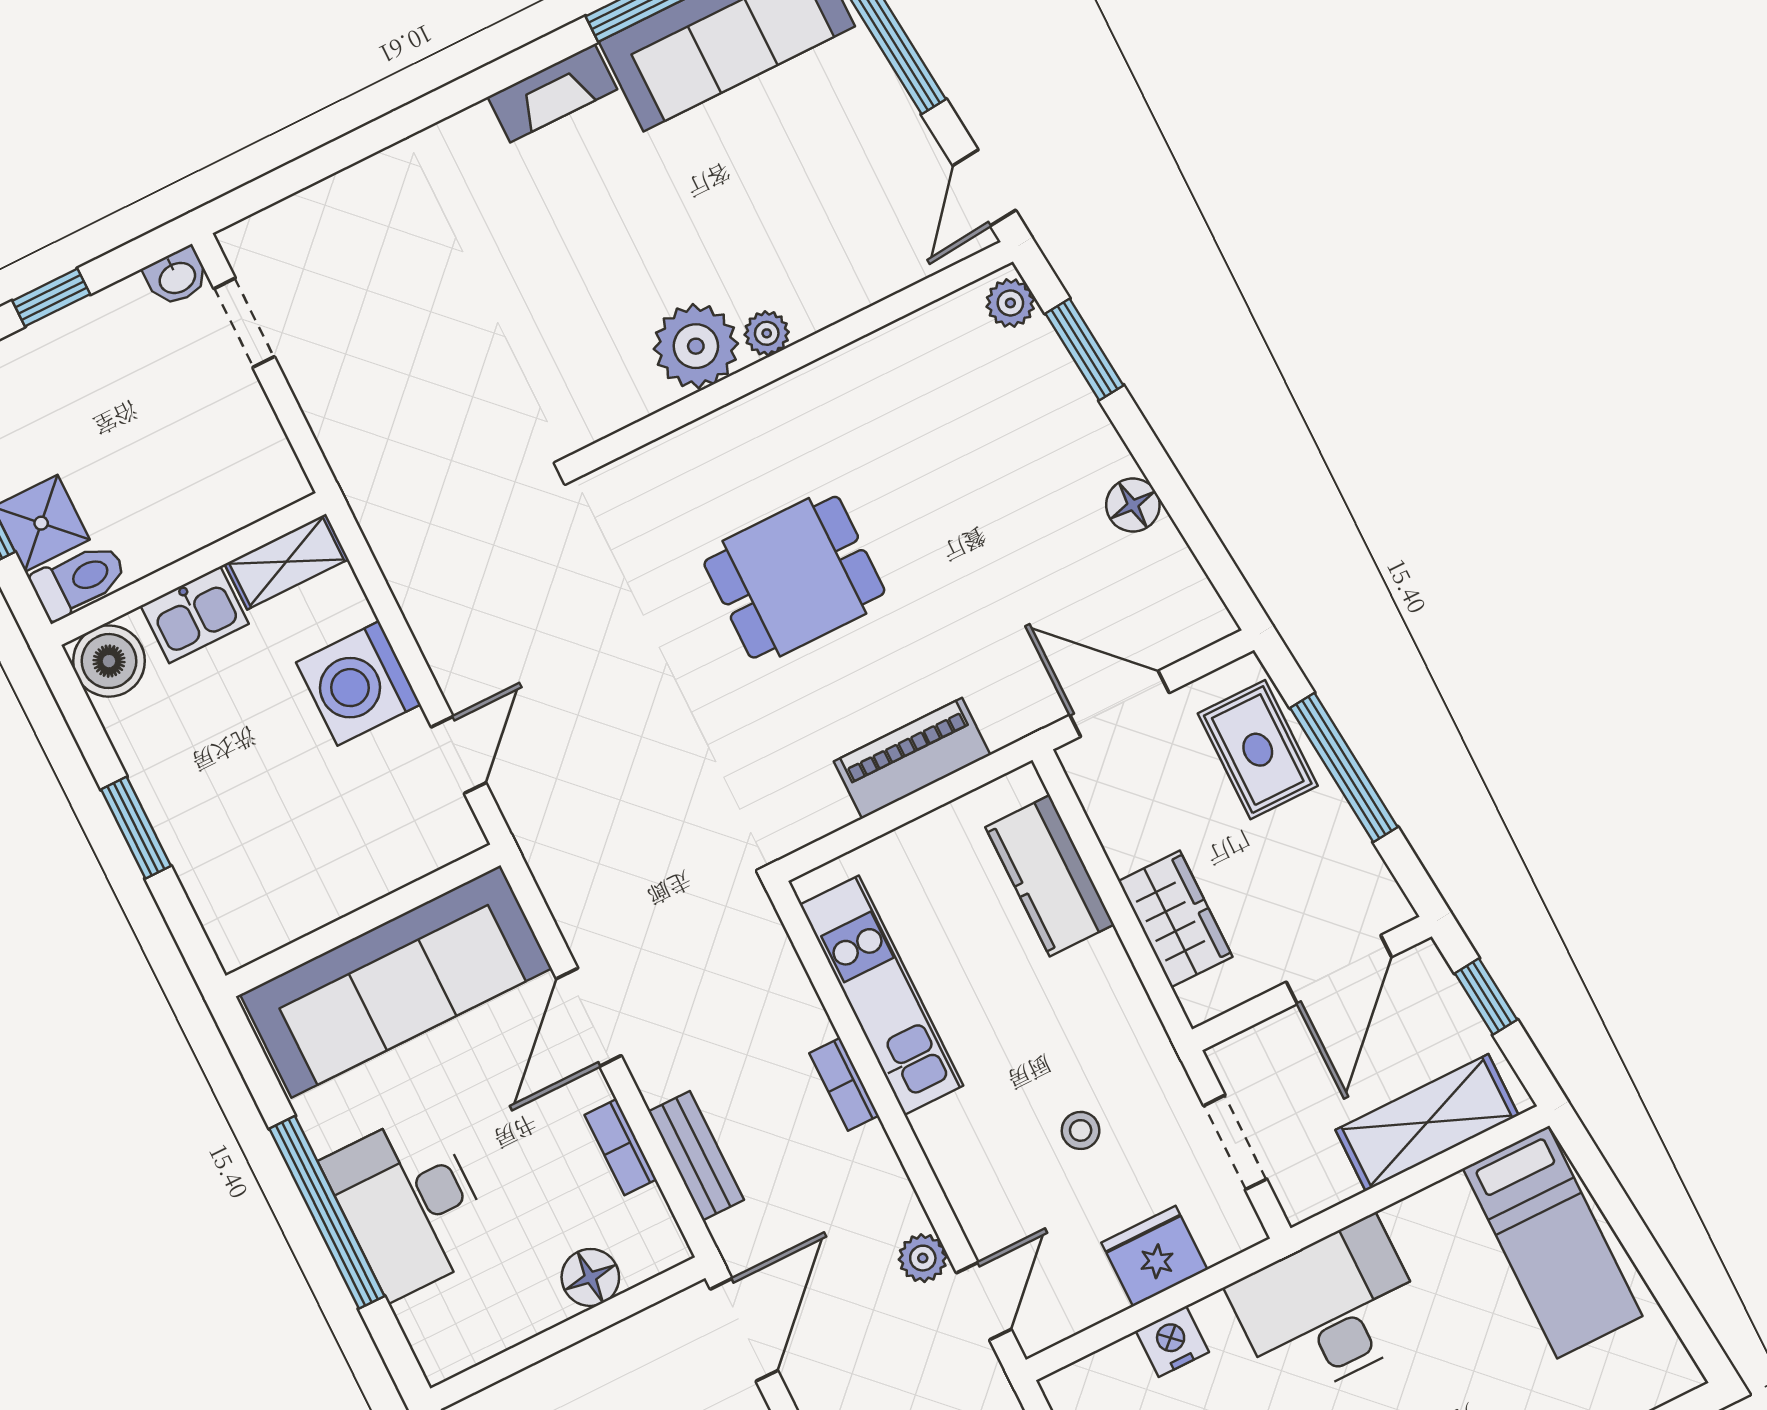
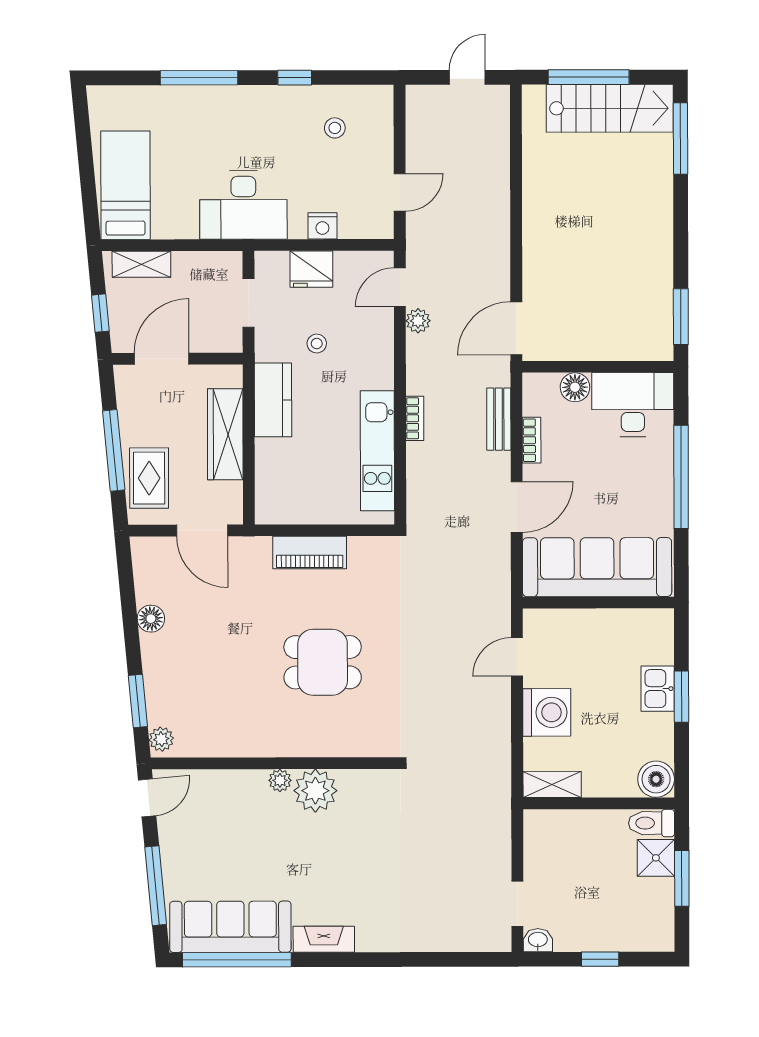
kitchen sink: (195, 615) -> (658, 689), moved, turned -90
kitchen counter: (1050, 876) -> (273, 400), moved
wardrobe: (1175, 919) -> (225, 434), width x1.50
shelving: (1427, 1123) -> (141, 264), width x0.67, depth x0.75
desk: (409, 1205) -> (633, 405), moved, turned -90

